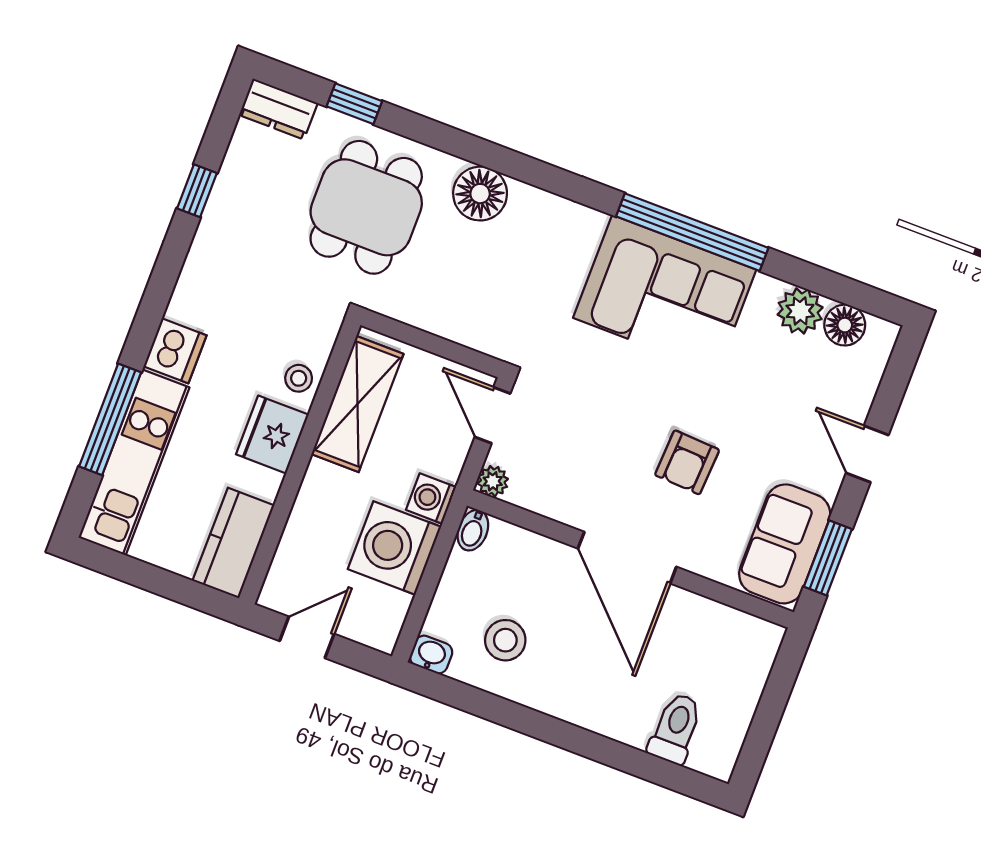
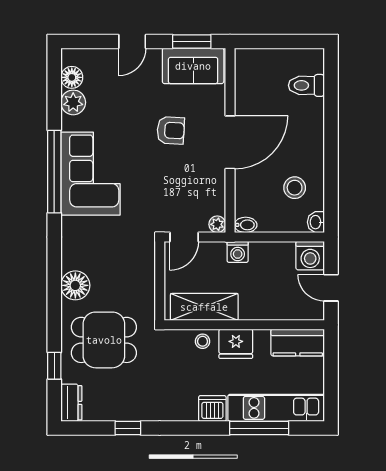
washing machine: (394, 548) -> (310, 256), moved, width x0.73, depth x0.73

